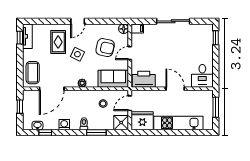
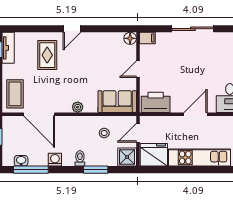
armchair: (105, 48) -> (107, 62), removed
side table: (77, 54) -> (72, 71), removed
door: (52, 89) -> (39, 114), hinge flipped
door: (175, 89) -> (196, 114), hinge flipped
window: (45, 132) -> (31, 170), width x2.17

